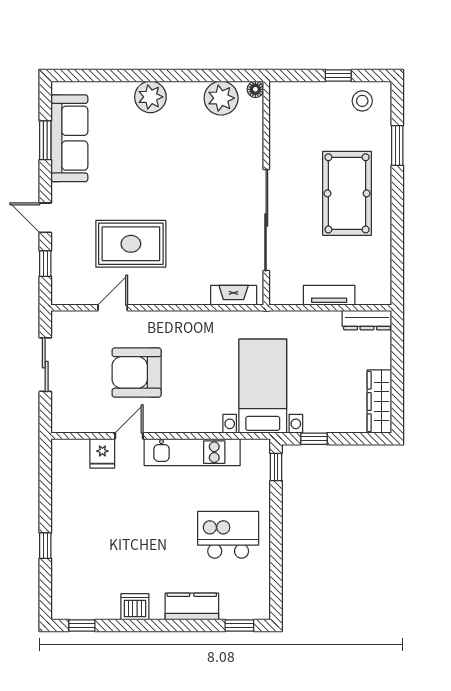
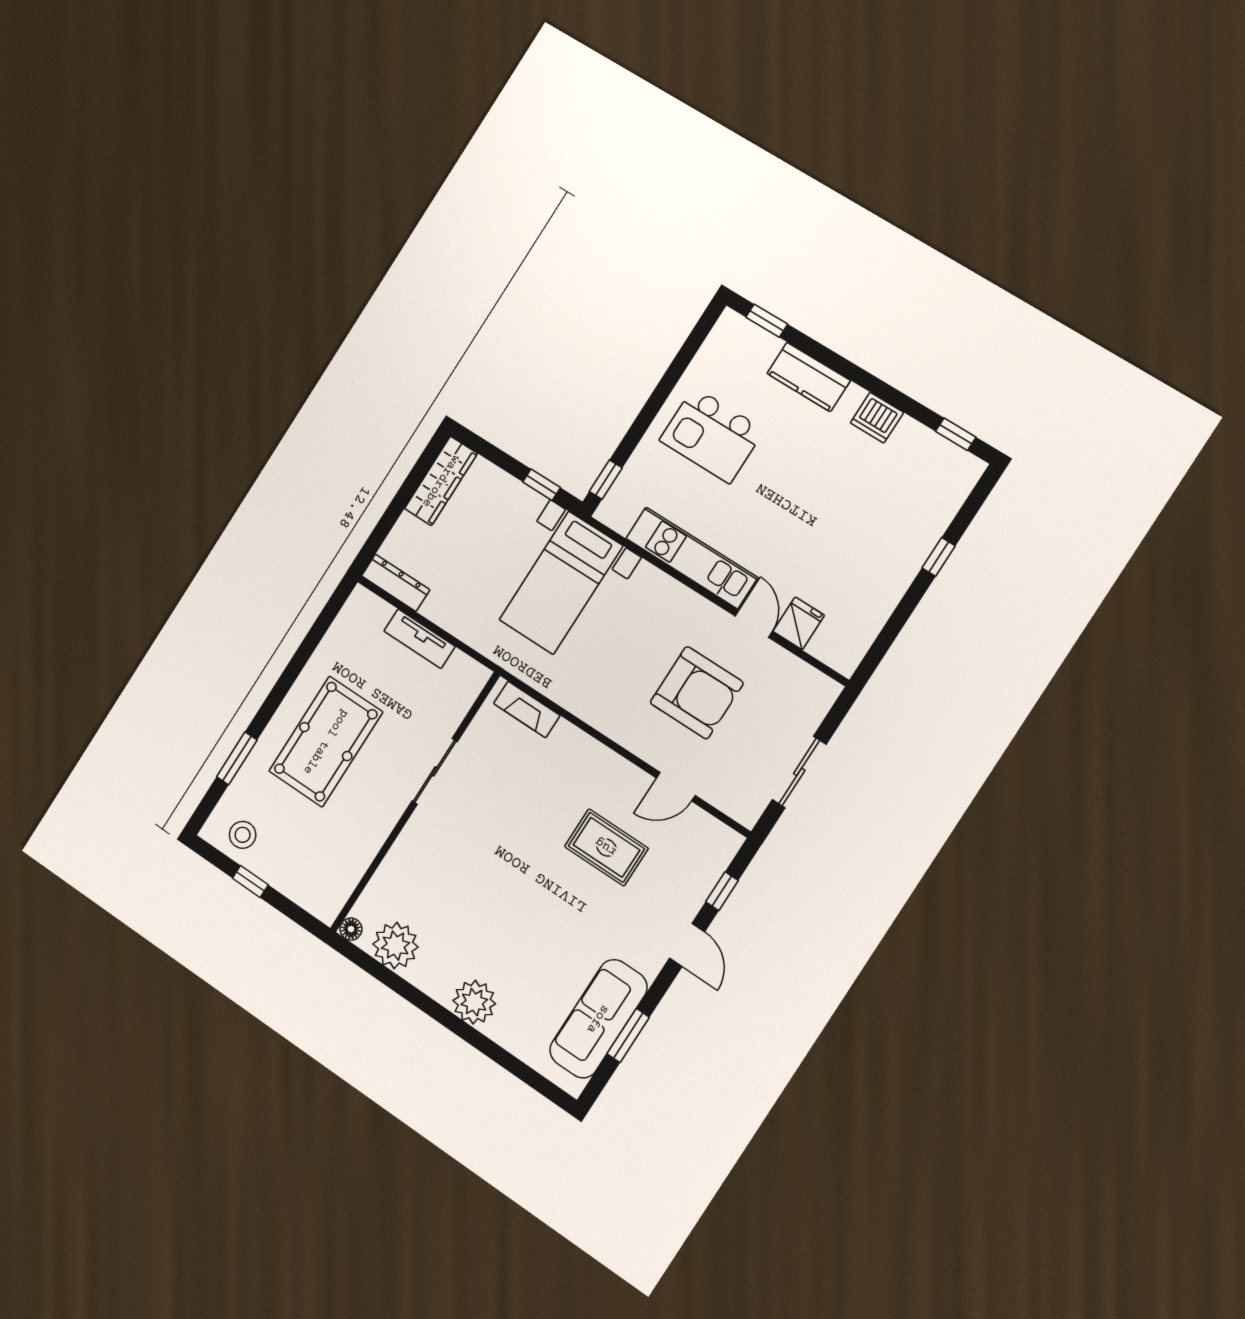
sliding door: (266, 220) -> (435, 771), width x0.54
rug: (131, 244) -> (606, 847), width x0.73, depth x0.70
door: (129, 436) -> (754, 624), swing flipped

